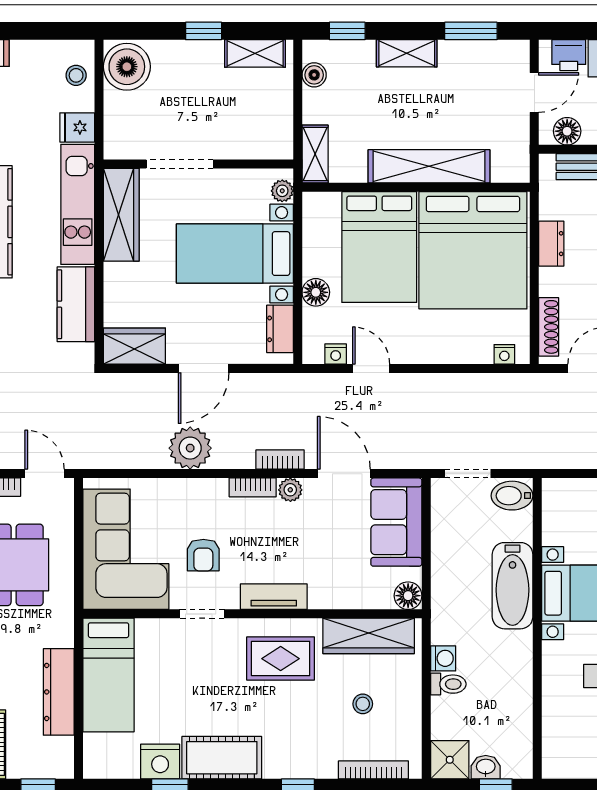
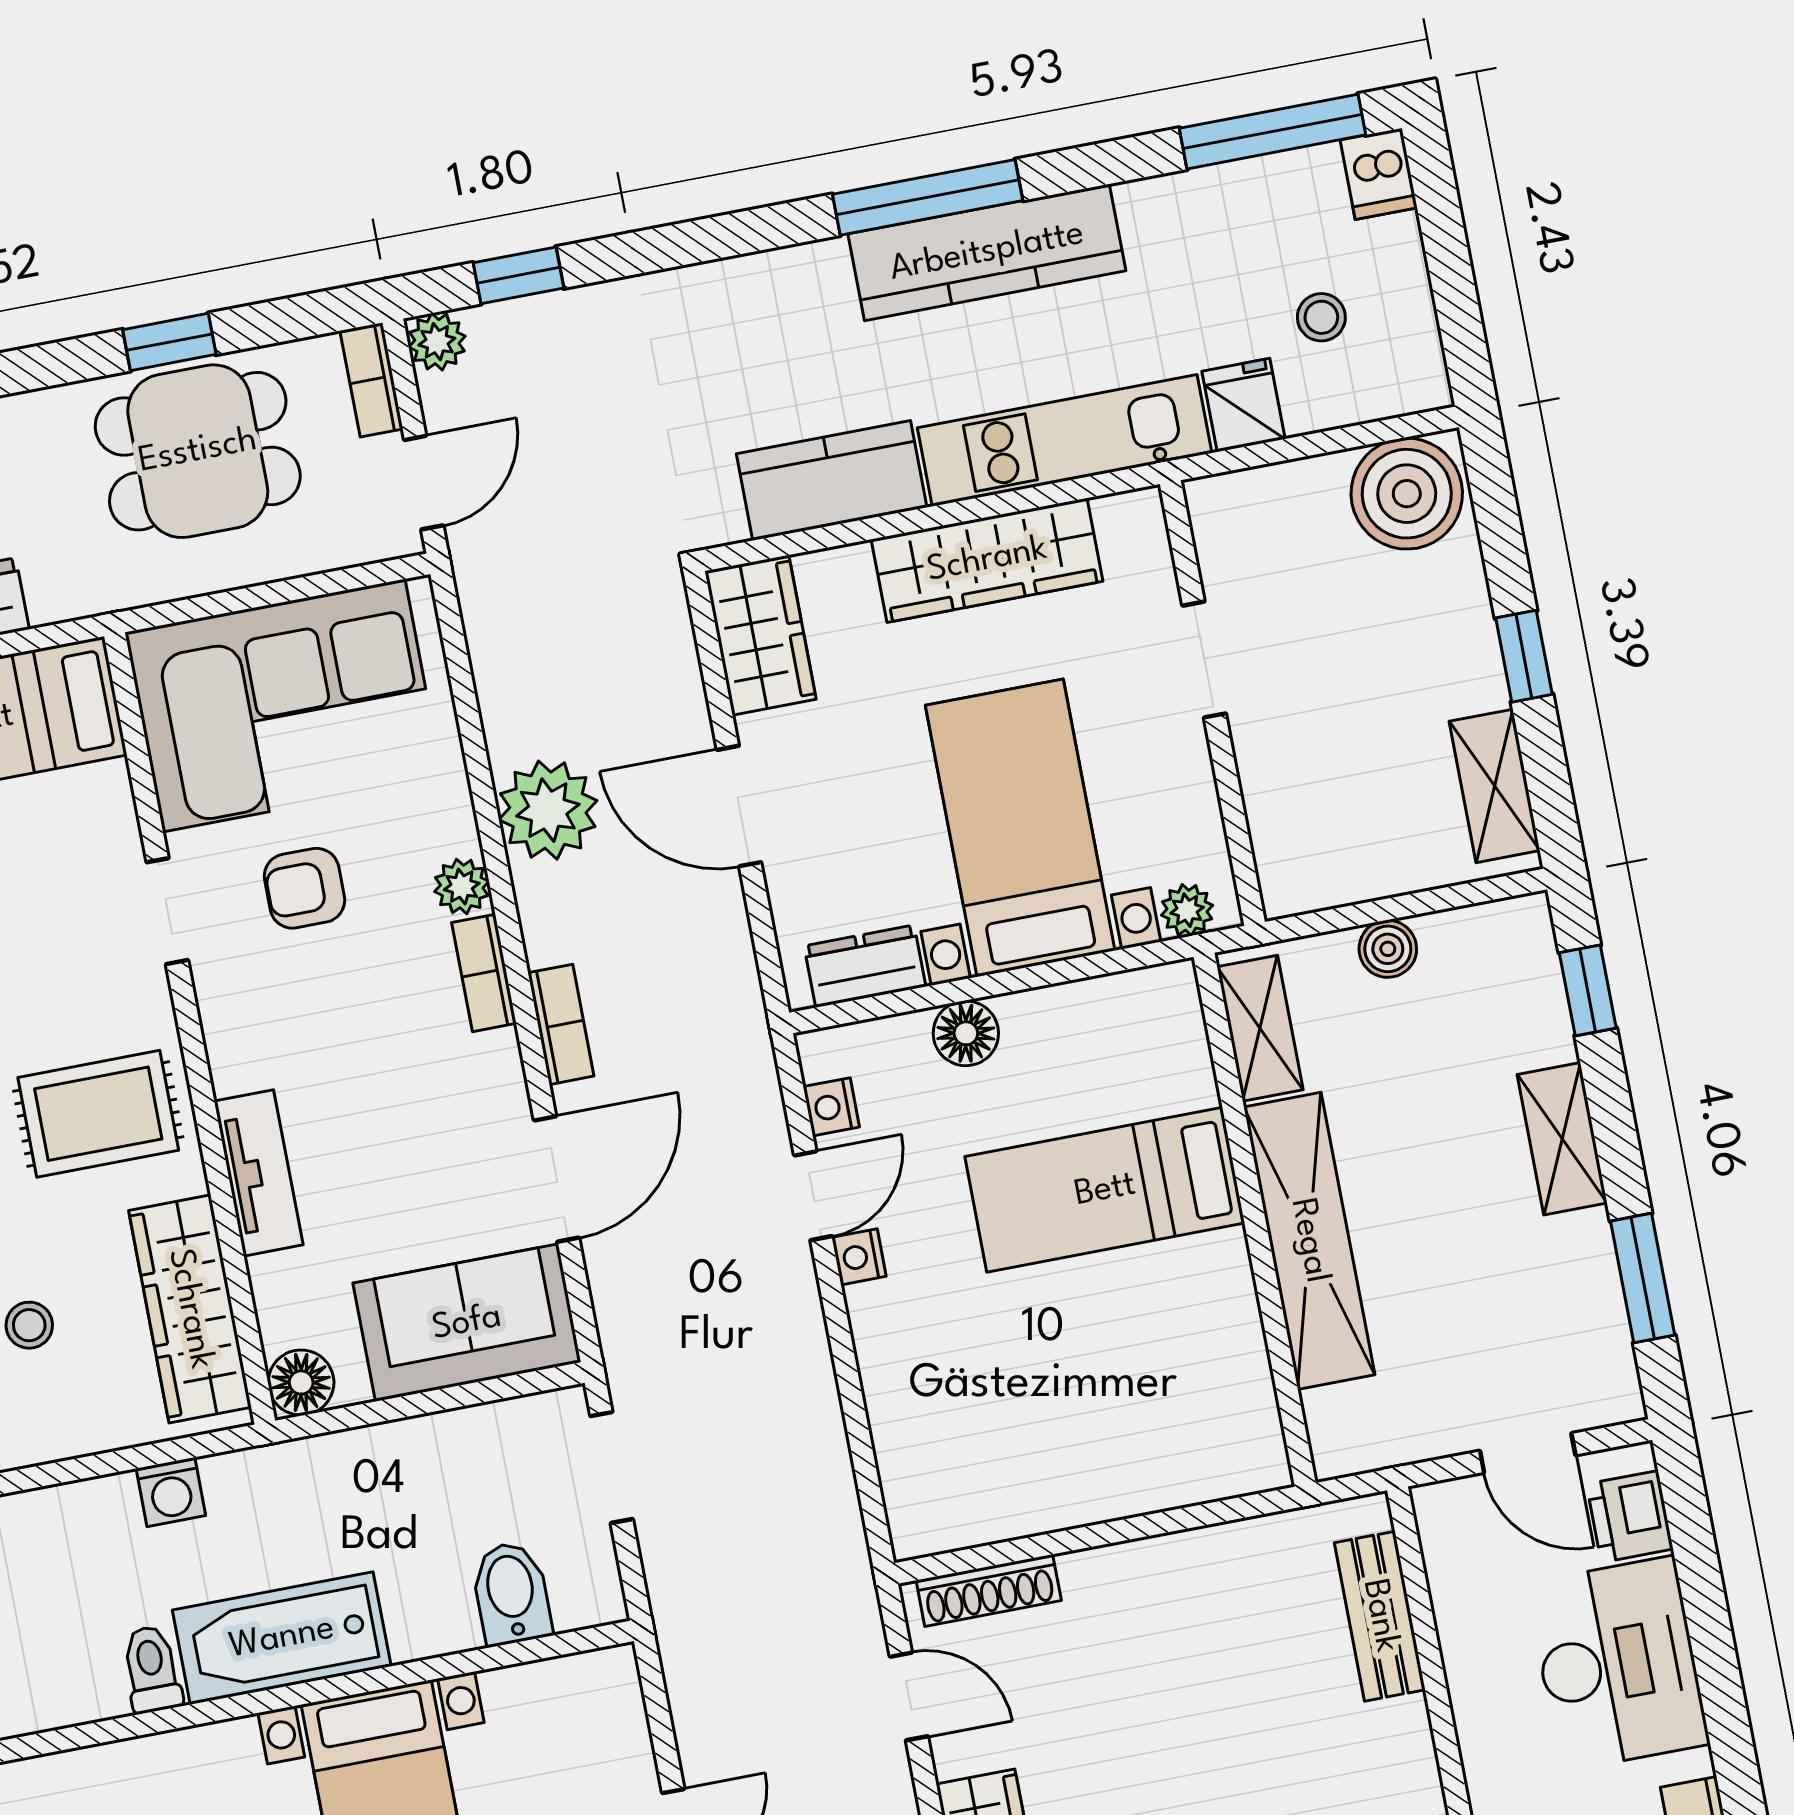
stool: (76, 75) -> (1321, 317), moved
boiler: (314, 75) -> (1388, 949), moved
floor lamp: (567, 131) -> (1452, 1546), removed
shelving: (315, 154) -> (1260, 1028), moved, turned 90
doorway: (180, 164) -> (1204, 660), width x0.73
wardrobe: (121, 215) -> (987, 560), moved
dresser: (551, 244) -> (1184, 1560), removed
bed: (379, 247) -> (1105, 1190), width x0.67
bed: (473, 250) -> (1133, 1380), removed
nightstand: (504, 354) -> (859, 1257), moved
plant: (290, 490) -> (462, 887), moved
bidet: (512, 496) -> (511, 1593), moved
bathtub: (513, 586) -> (282, 1638), moved
tv unit: (274, 597) -> (259, 1173), moved
rug: (281, 659) -> (98, 1114), turned 90
toilet: (448, 684) -> (152, 1669), moved, turned 180

